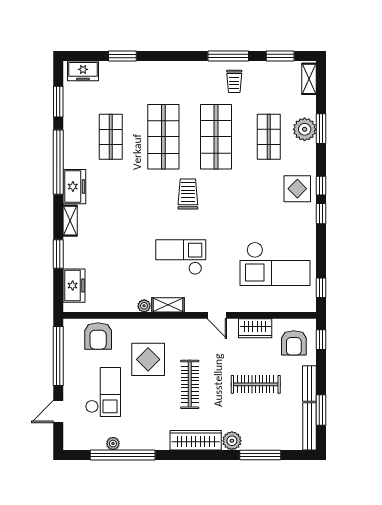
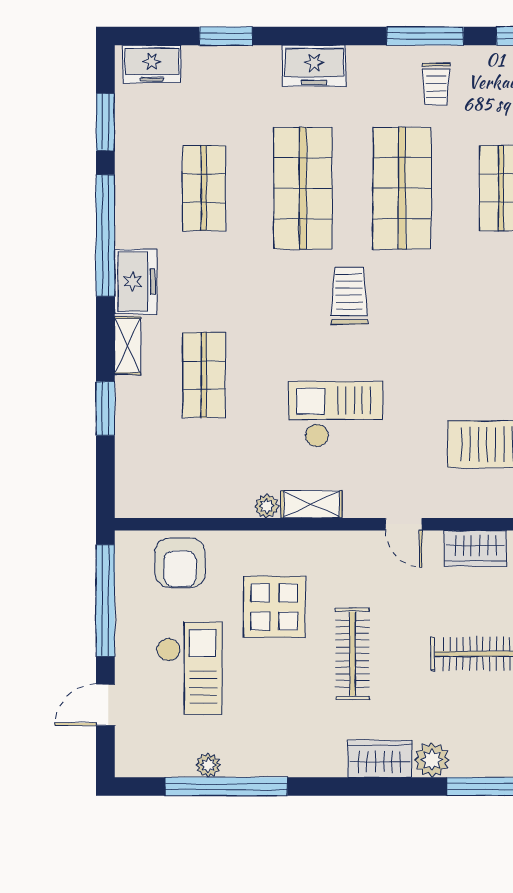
shop shelf: (111, 236) -> (204, 375), added
freezer: (74, 286) -> (314, 66), moved, turned 90
wardrobe: (196, 440) -> (380, 759), width x0.67

